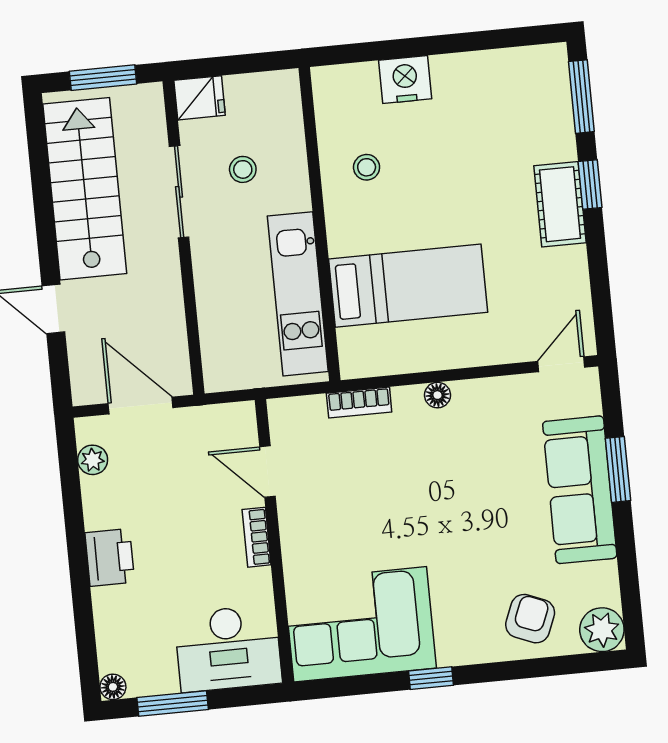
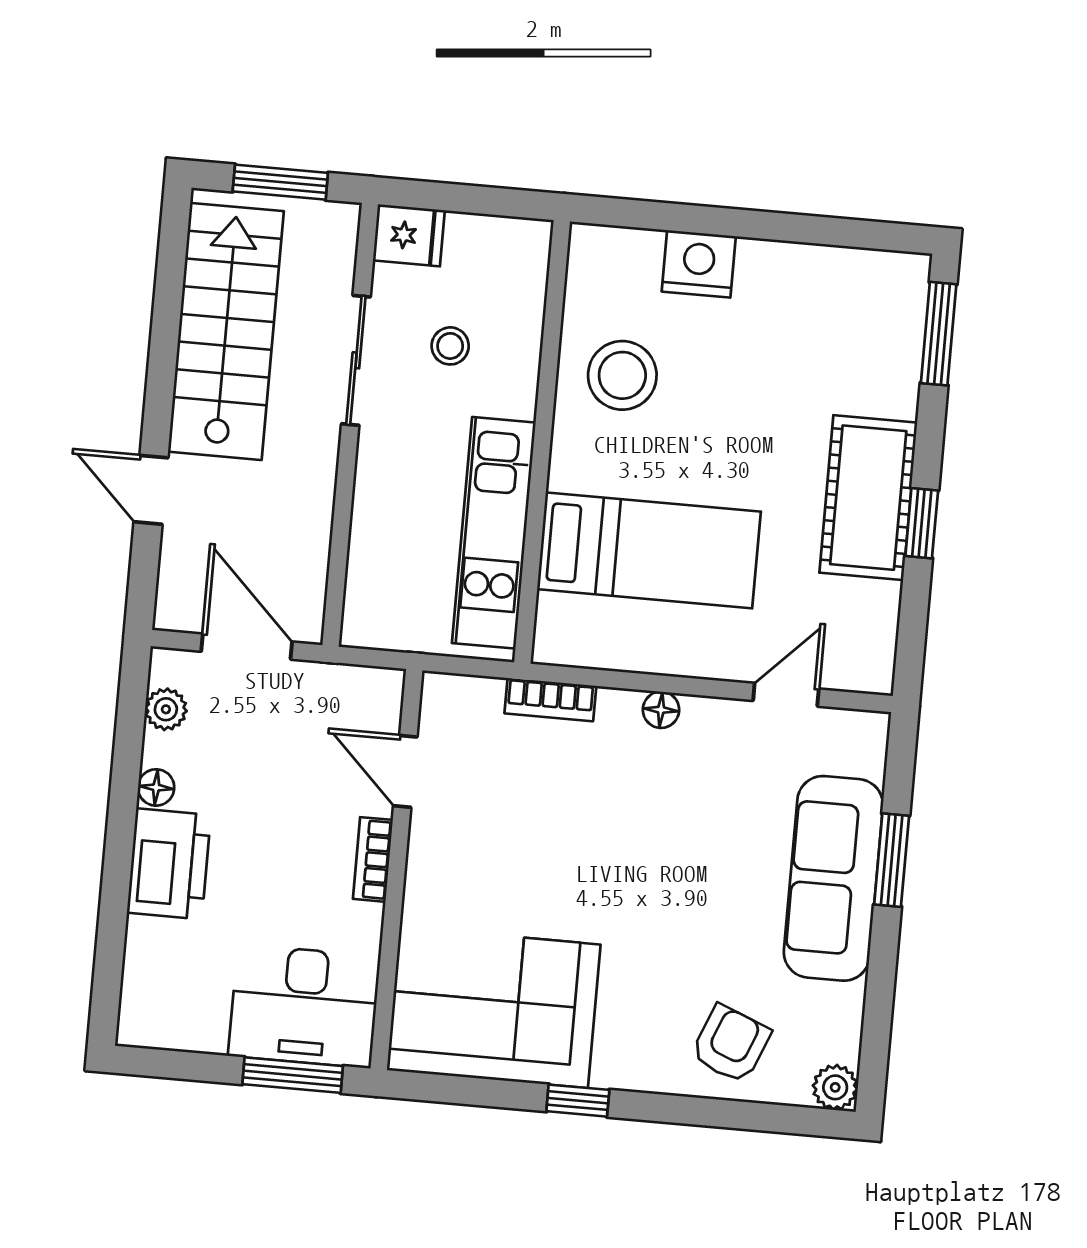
stool: (367, 167) -> (622, 375), width x1.89, depth x1.89
window: (590, 184) -> (922, 523), moved
cot: (560, 204) -> (868, 498), width x1.37, depth x1.34
door: (561, 364) -> (786, 695), moved
printer: (110, 557) -> (169, 864), width x1.37, depth x1.19
plant: (602, 630) -> (835, 1087), width x0.73, depth x0.73
floor lamp: (113, 687) -> (156, 787), moved
window: (173, 703) -> (293, 1075), moved

